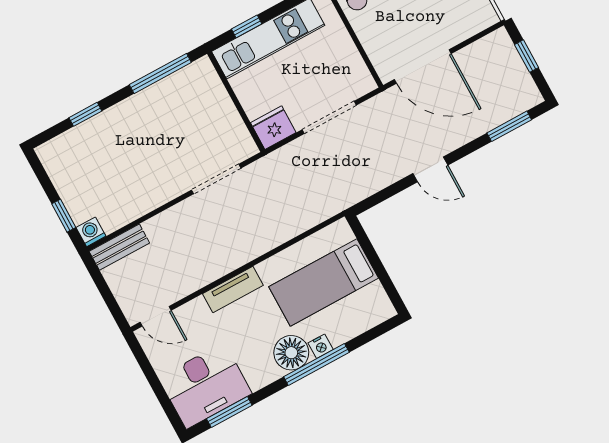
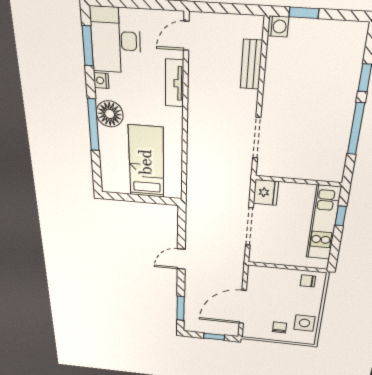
door: (423, 66) -> (243, 307), moved
window: (160, 73) -> (356, 129), moved
bench: (119, 247) -> (251, 64), moved
tv unit: (233, 290) -> (175, 83), moved
nightstand: (321, 346) -> (101, 80), moved

